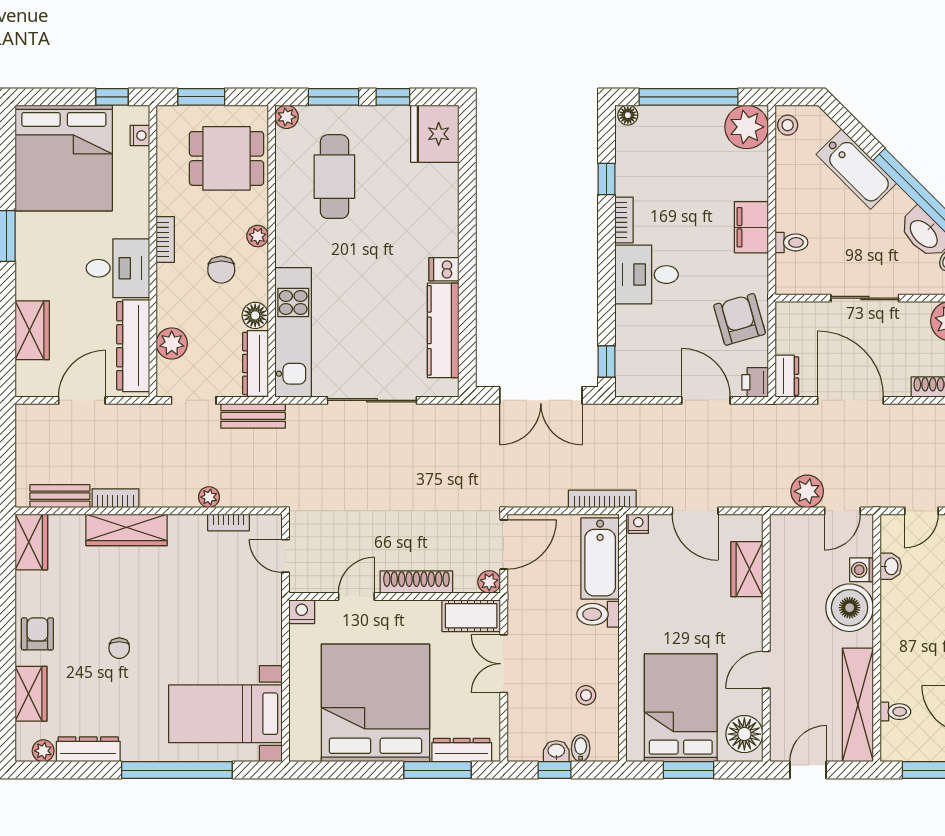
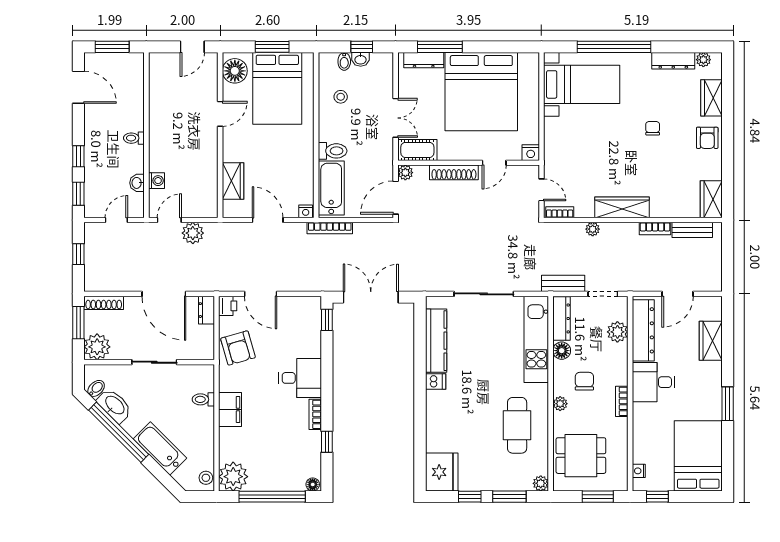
bed: (64, 158) -> (698, 456), width x0.73
cafe table: (334, 177) -> (517, 425), moved
bookcase: (229, 522) -> (560, 212), moved
wardrobe: (127, 530) -> (622, 207), moved
boiler: (850, 608) -> (164, 155), removed
shelving: (858, 705) -> (159, 90), removed
toilet: (895, 712) -> (134, 138), moved

